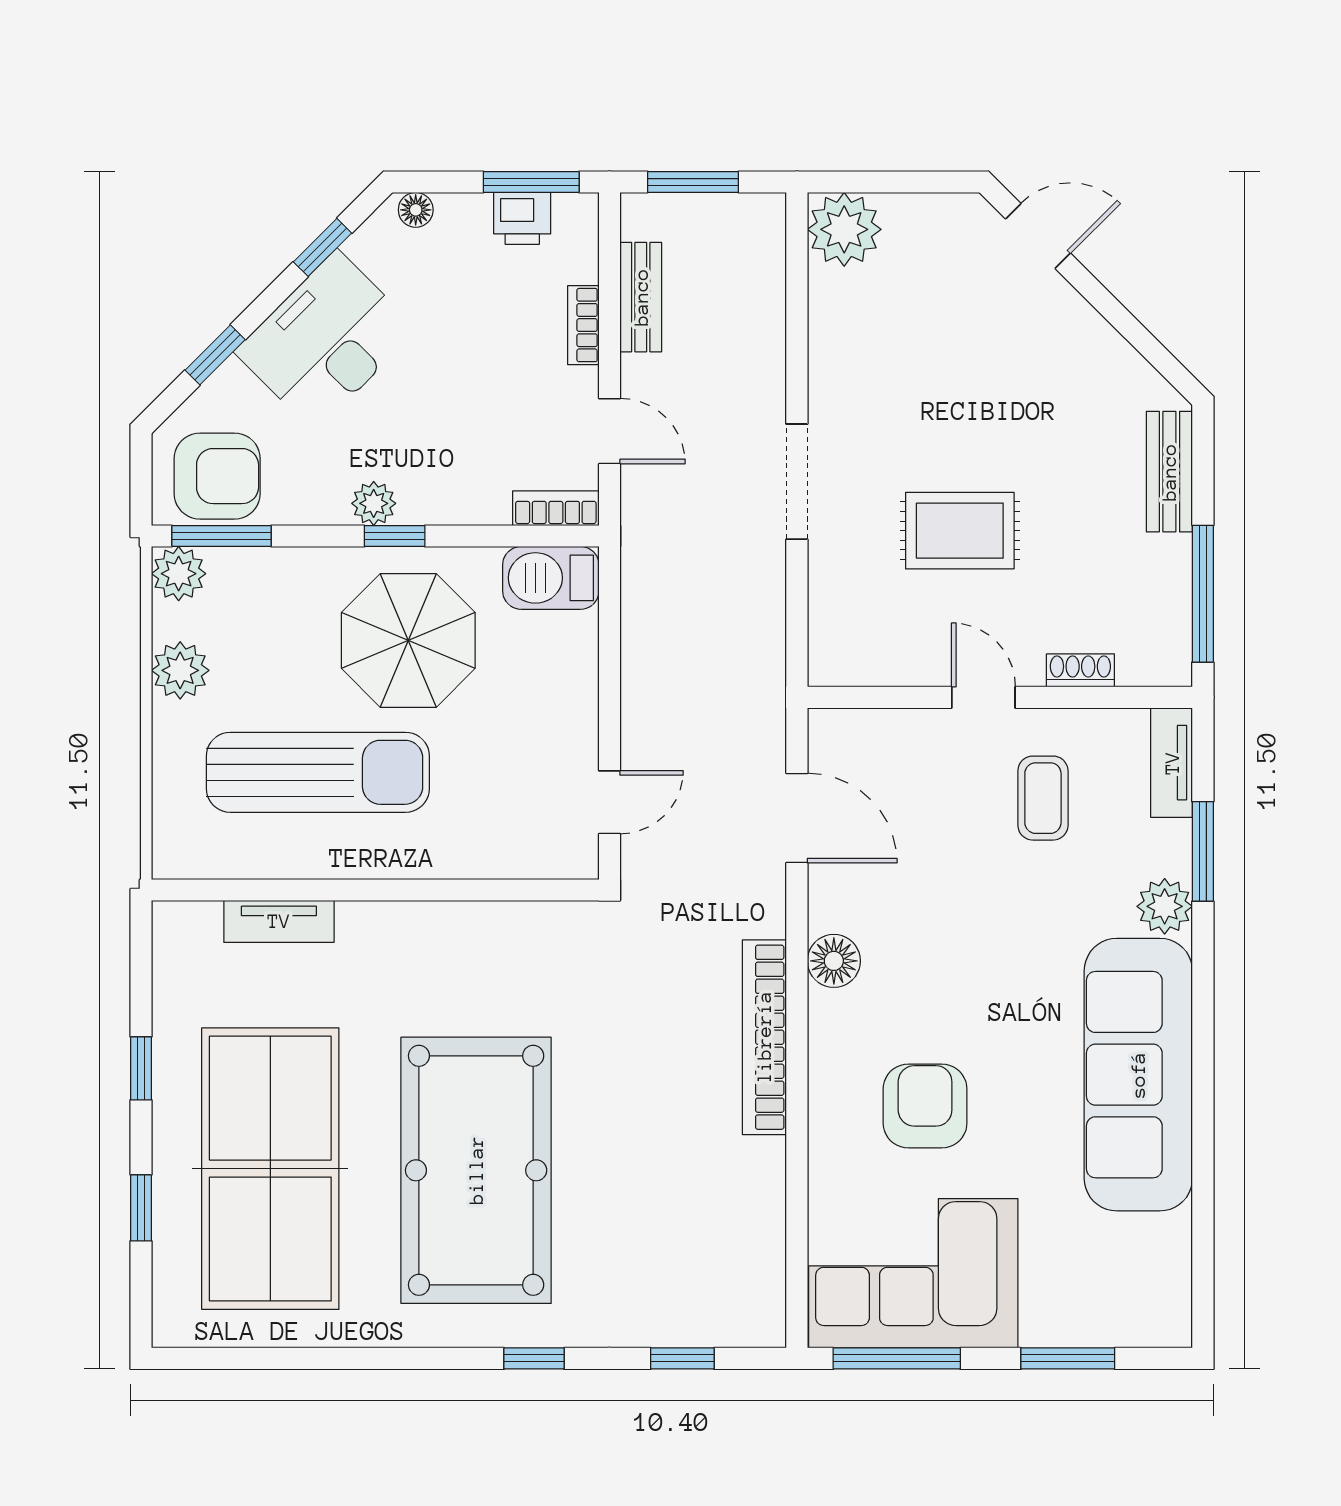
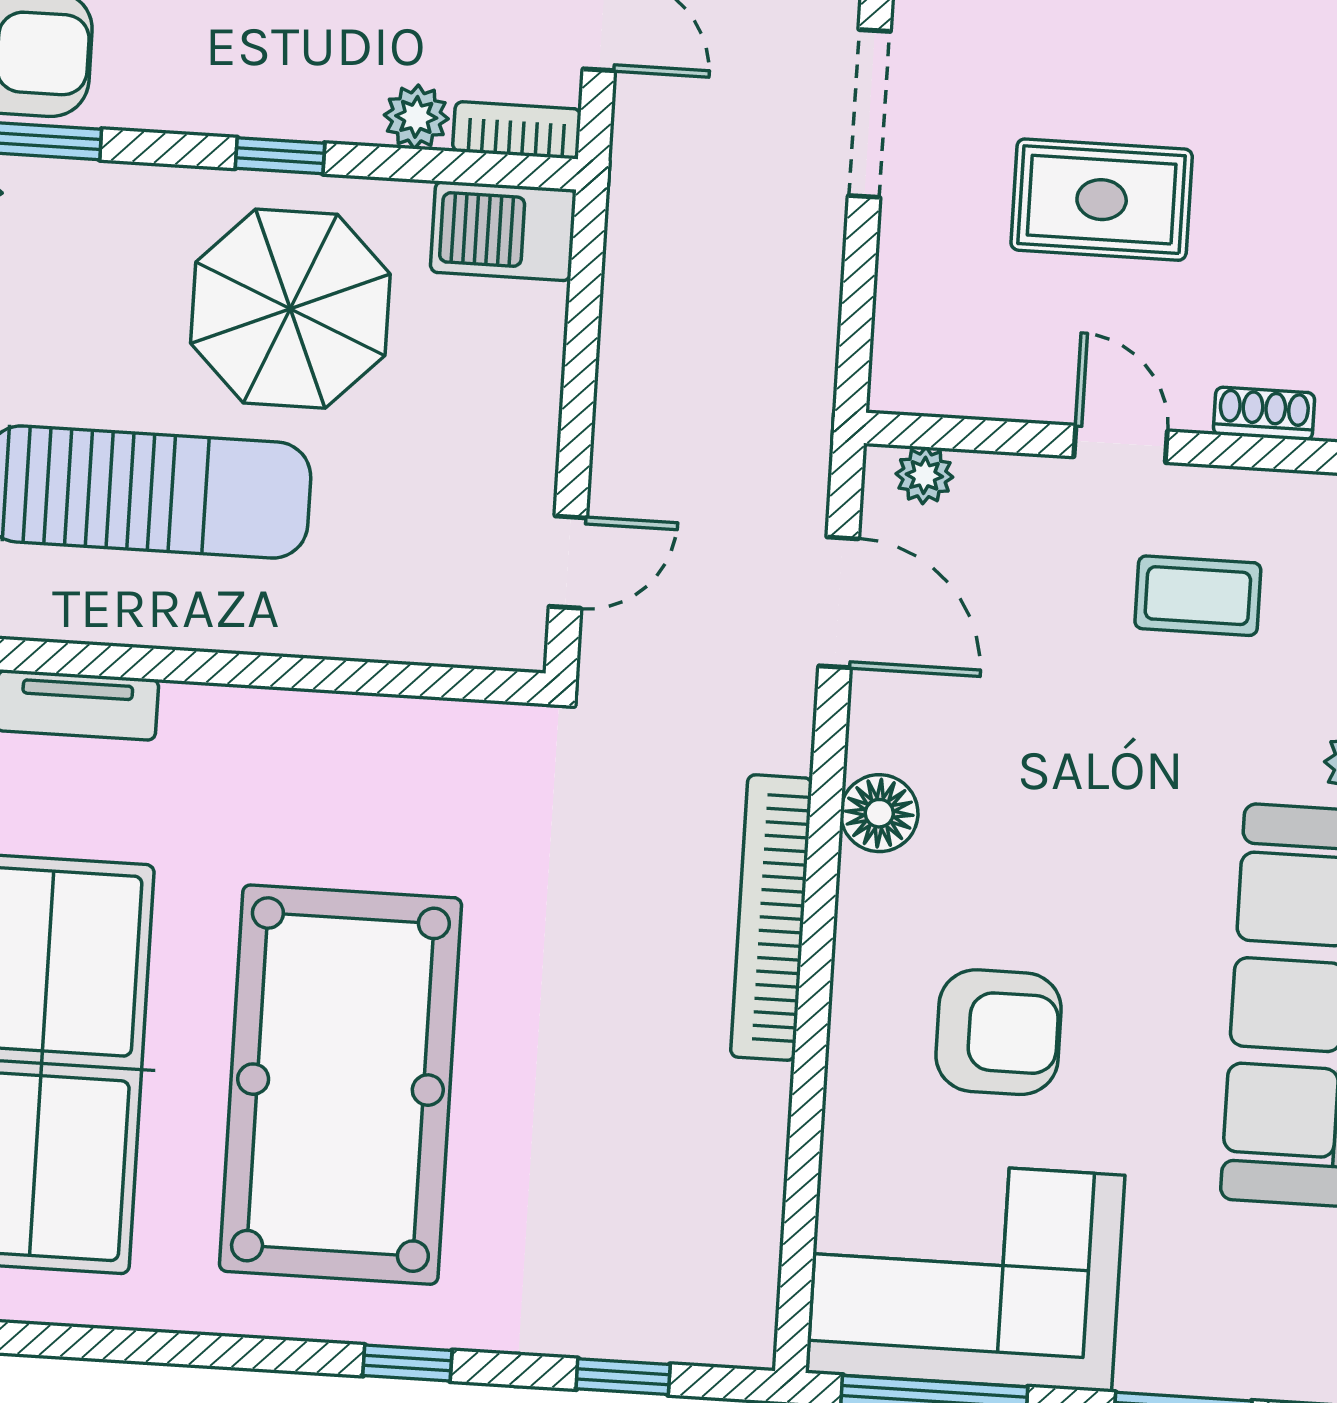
plant: (374, 503) -> (416, 117), moved
plant: (850, 727) -> (924, 475), added
coffee table: (1043, 798) -> (1198, 596), turned 90
armchair: (925, 1106) -> (999, 1032), turned 90

